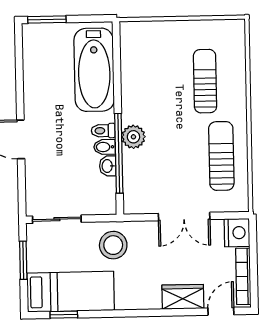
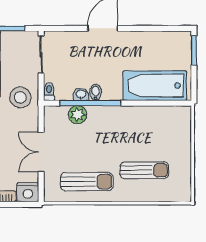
toilet: (103, 131) -> (49, 92), moved
plant: (133, 137) -> (78, 115), moved

